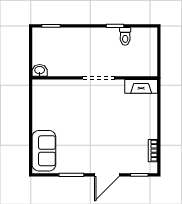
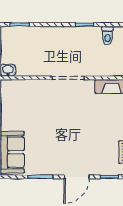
toilet: (125, 36) -> (108, 35), moved

